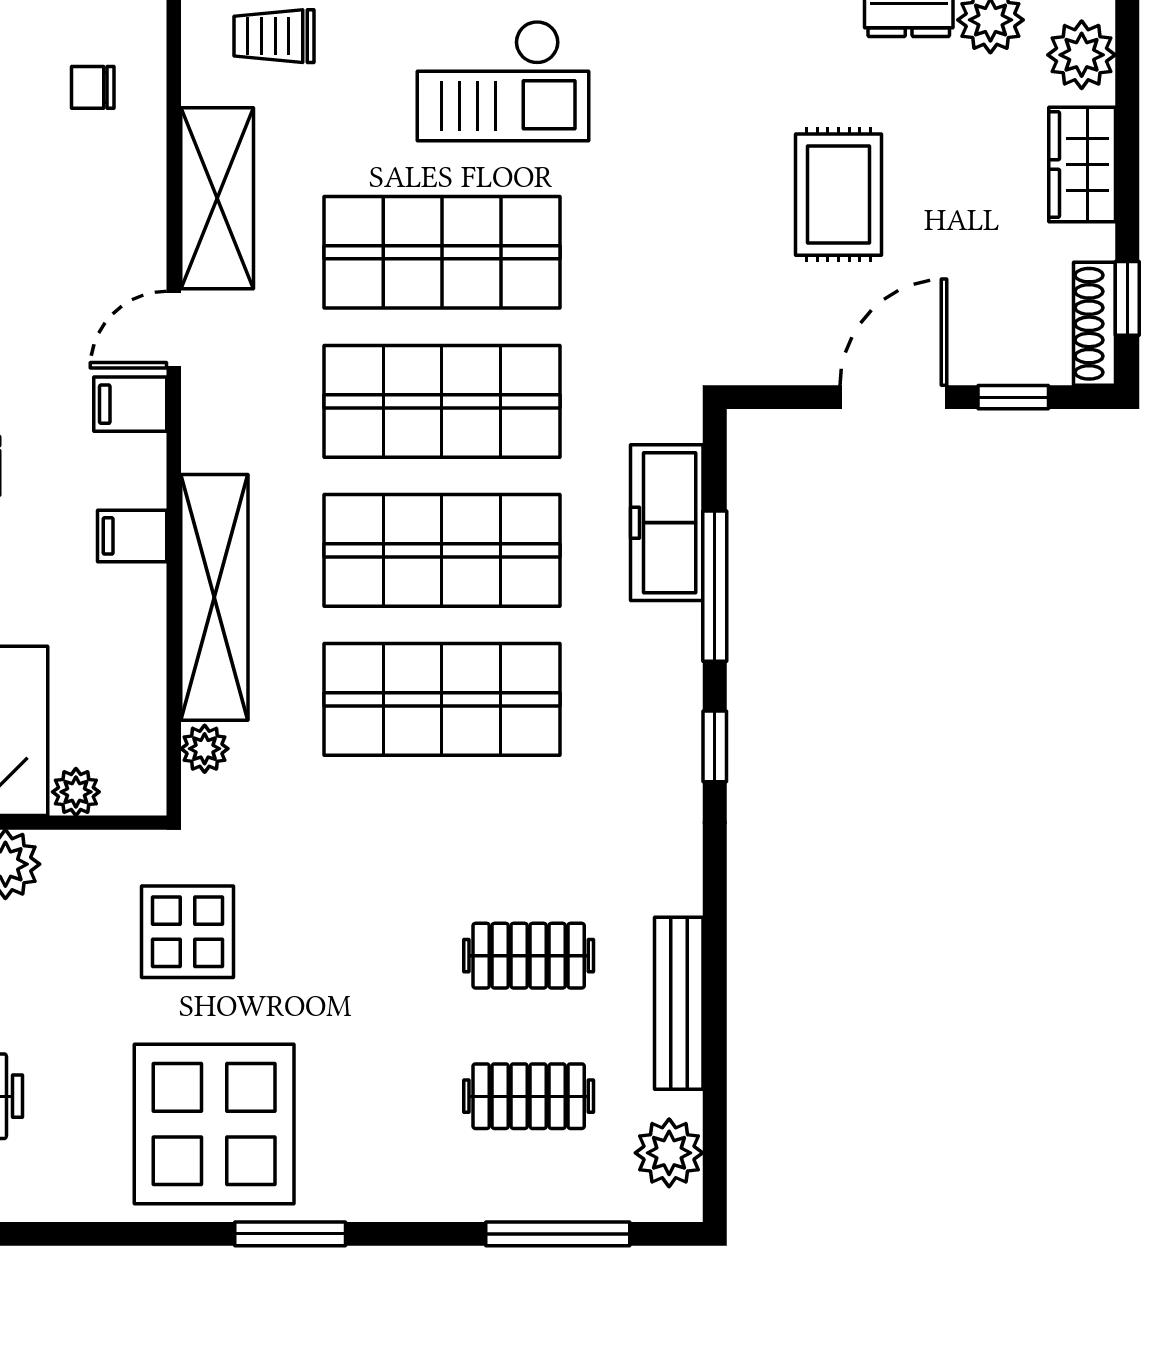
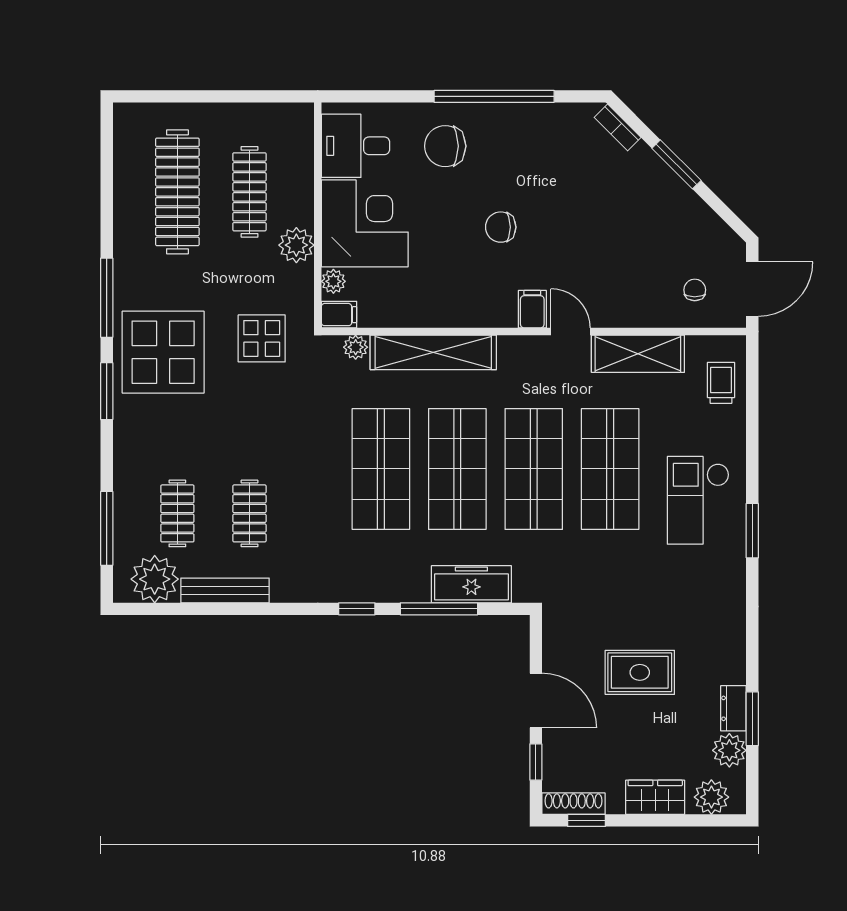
filing cabinet: (132, 536) -> (339, 315), moved, turned 90
plant: (669, 1153) -> (155, 579), width x1.36, depth x1.36
window: (108, 1234) -> (107, 298), added

